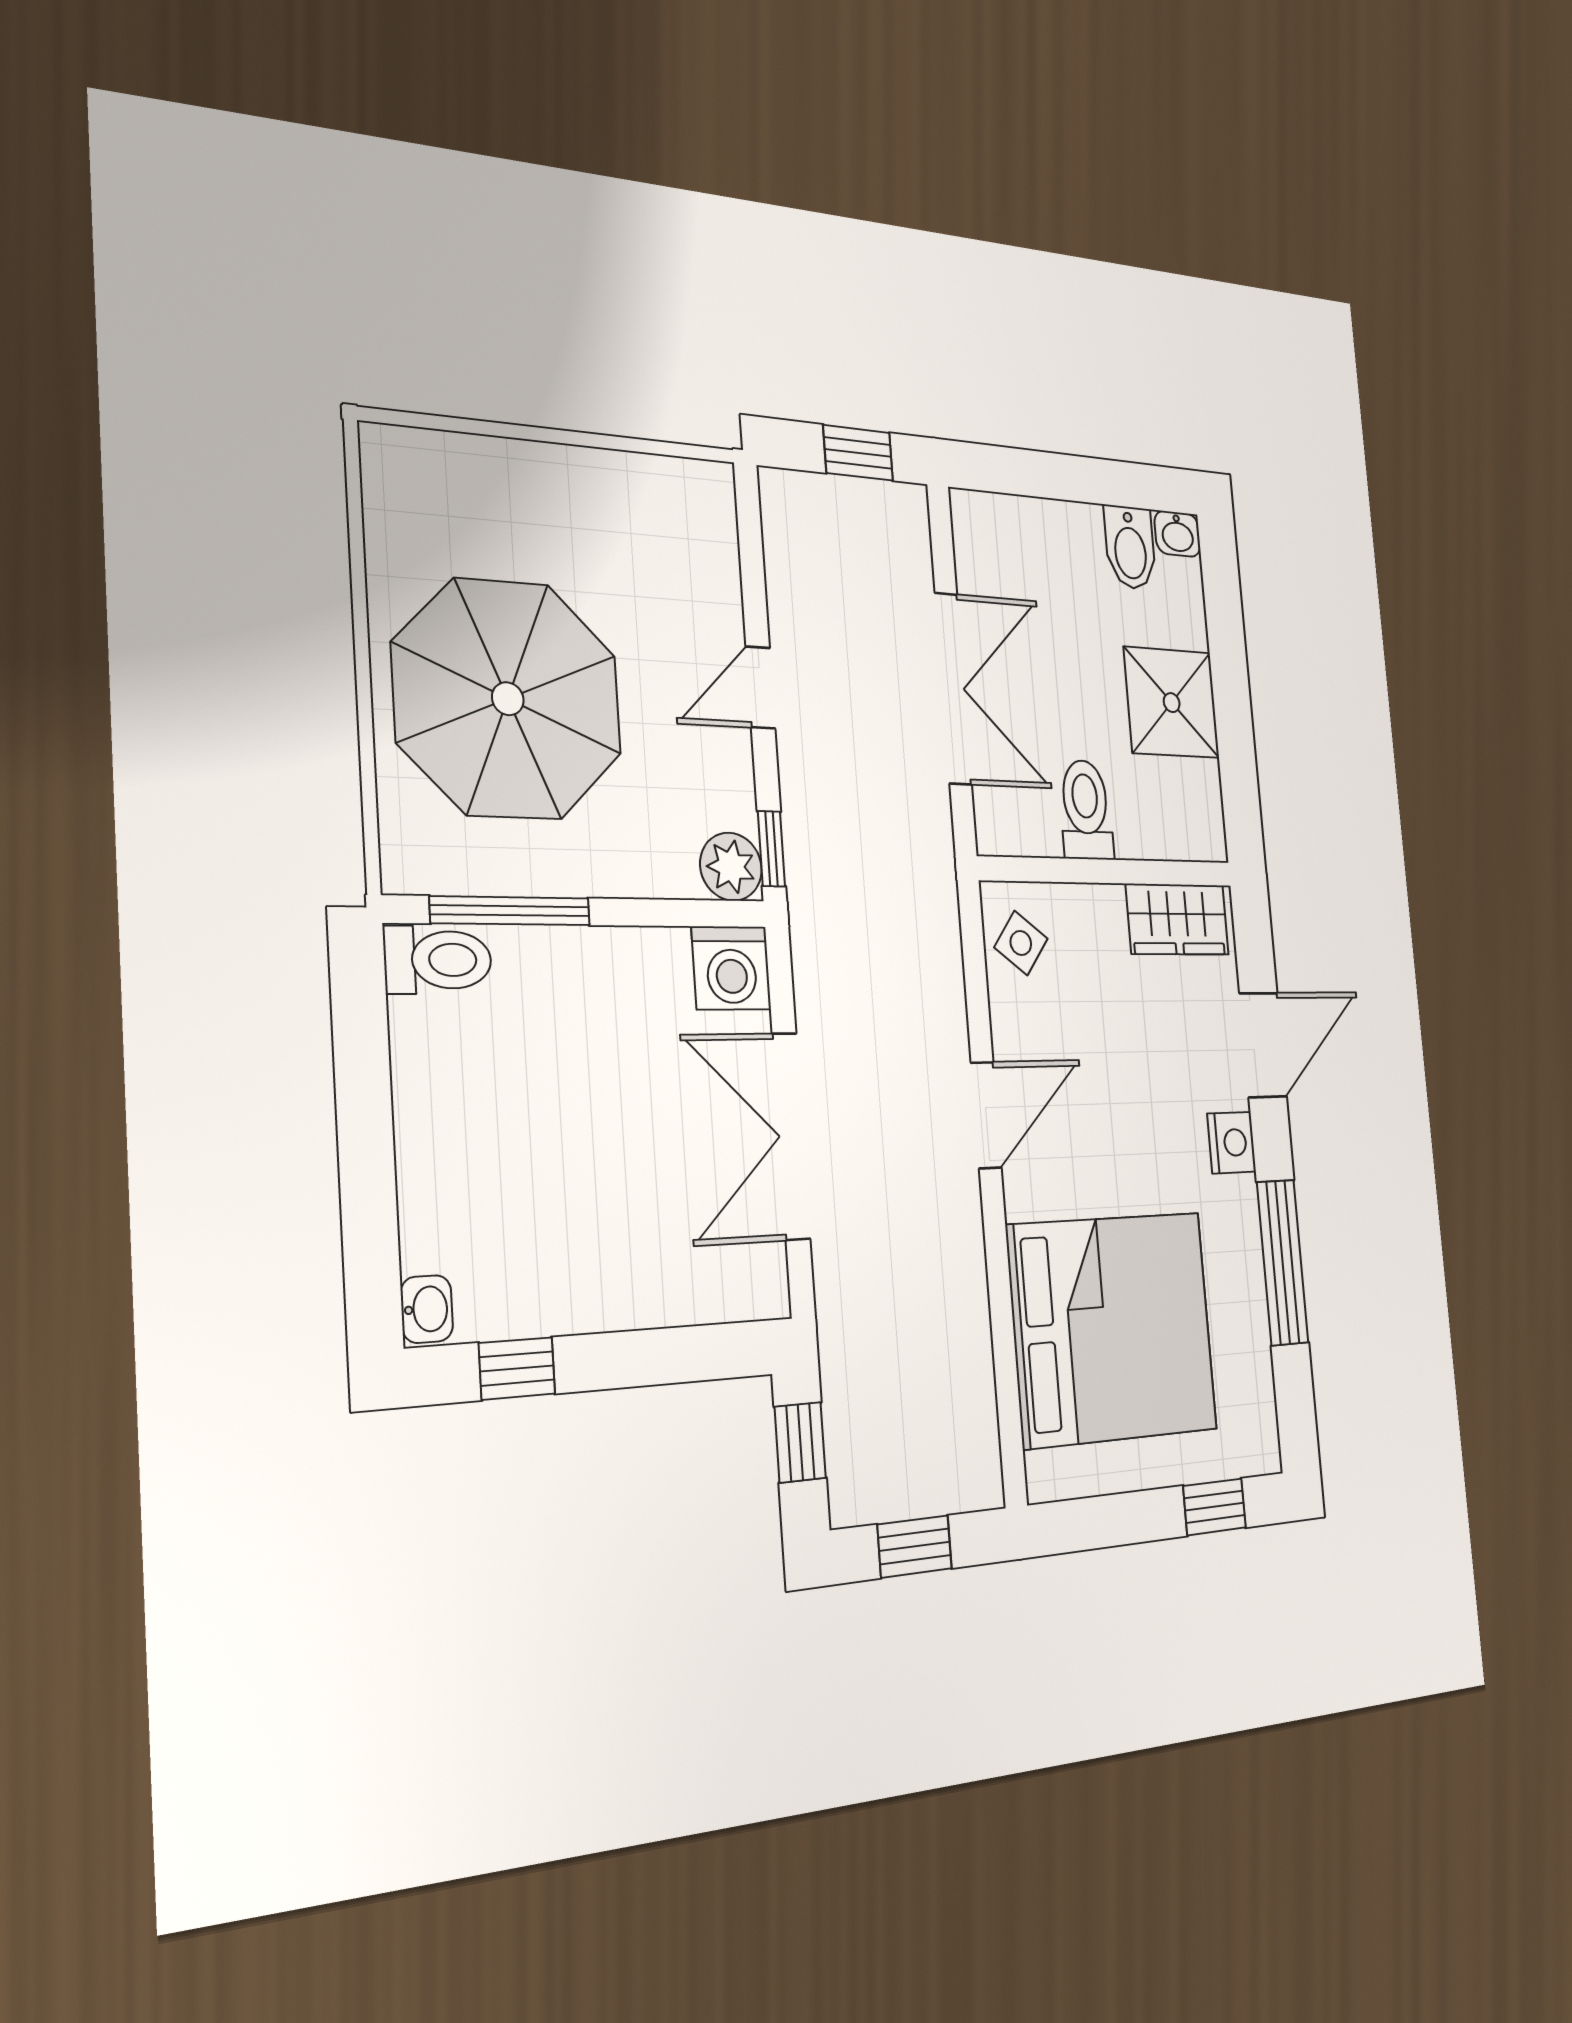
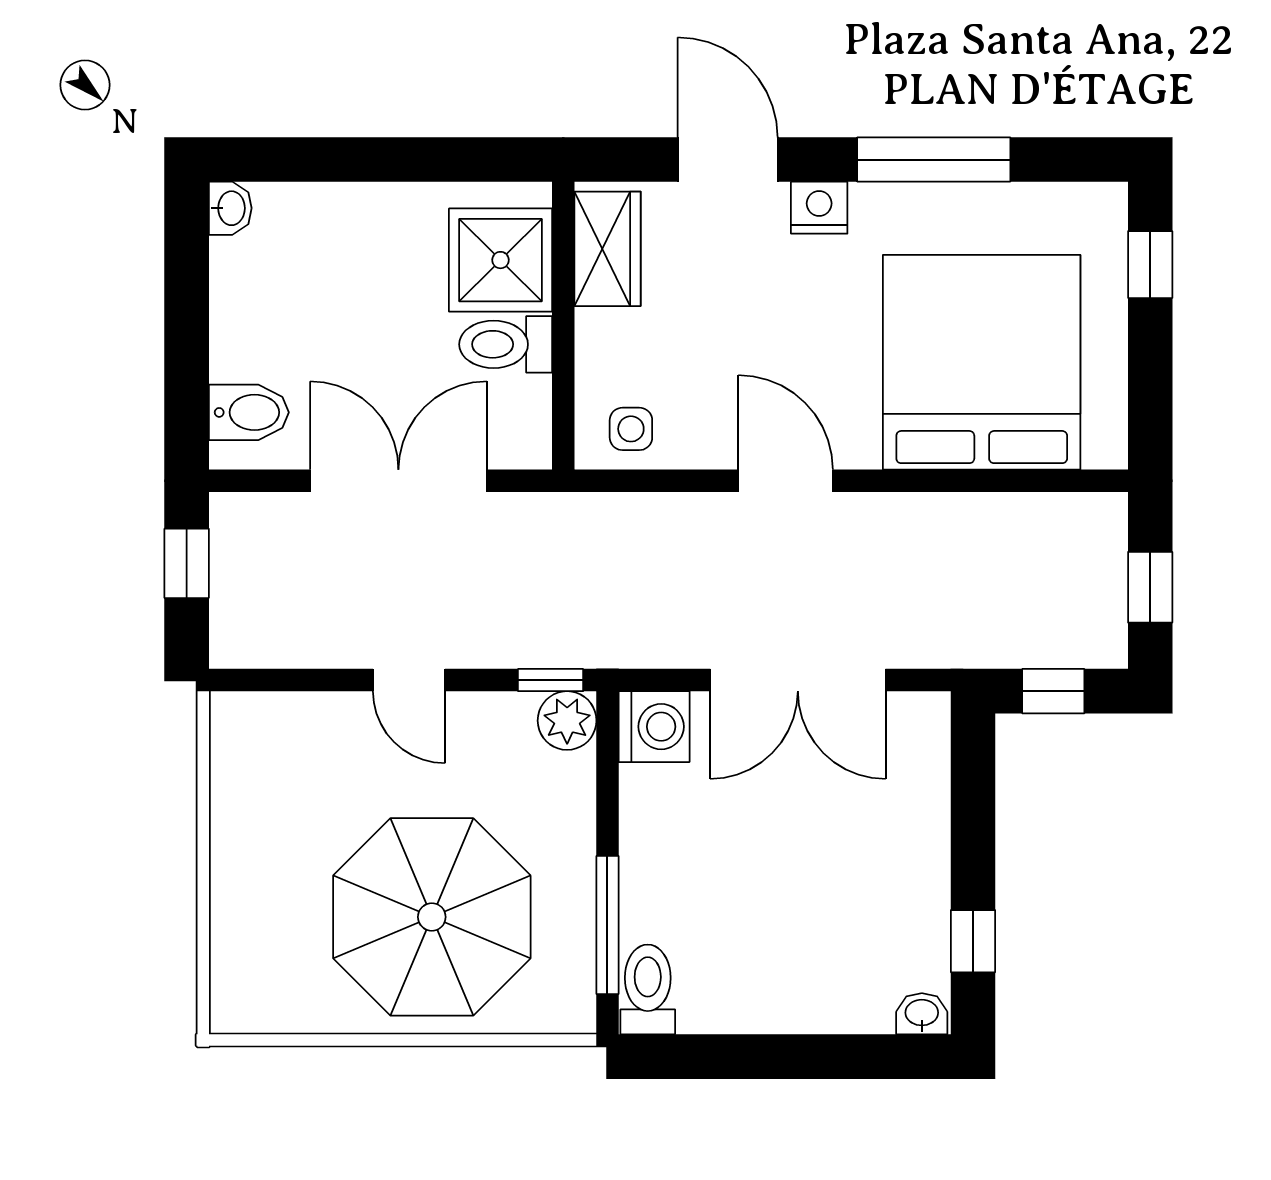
bidet: (1130, 547) -> (249, 412), moved
shower: (1172, 703) -> (500, 260), moved
side table: (1021, 943) -> (631, 429), turned -37

